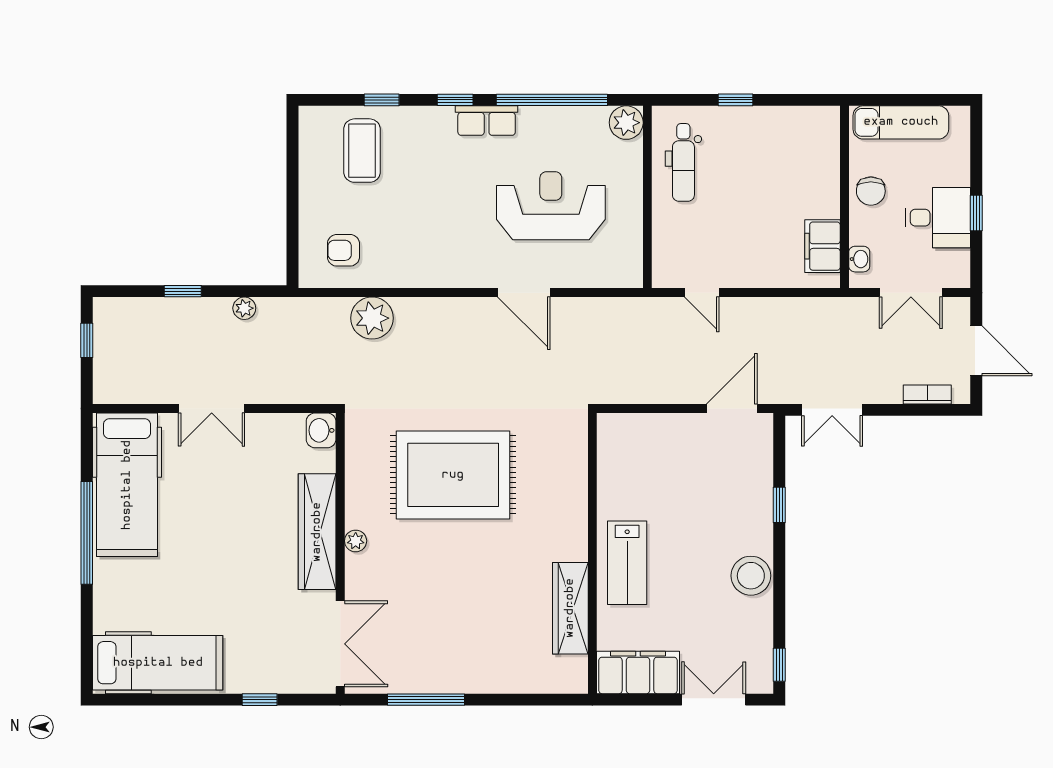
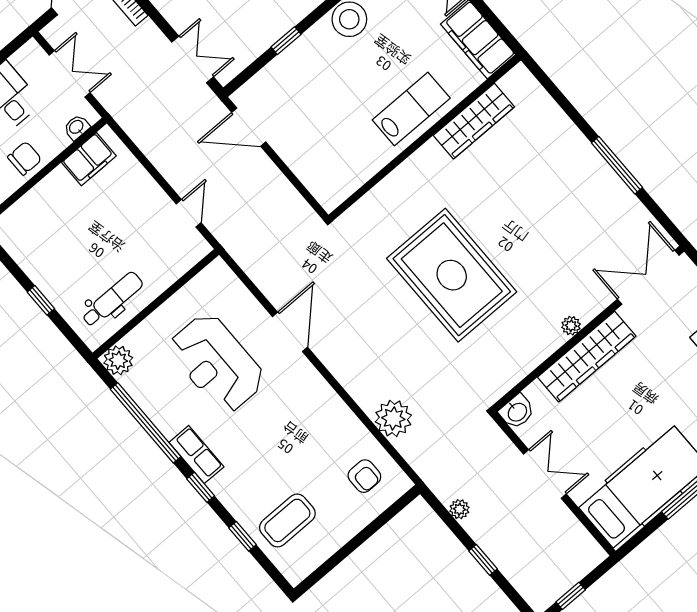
washbasin: (321, 430) -> (517, 412), moved
wardrobe: (317, 532) -> (587, 357), moved
plant: (356, 541) -> (571, 326), moved
wall: (340, 553) -> (588, 329), moved
double door: (340, 644) -> (648, 277), moved

